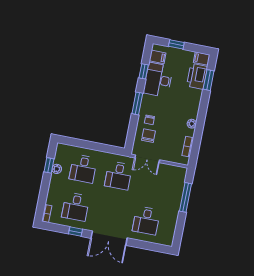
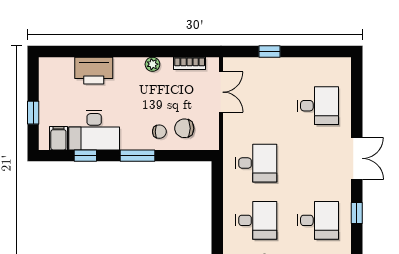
filing cabinet: (202, 59) -> (48, 69), removed
printer: (197, 76) -> (94, 71), moved
window: (209, 80) -> (79, 51), removed
double door: (147, 159) -> (221, 92), moved
window: (186, 197) -> (269, 51), width x0.46
double door: (109, 238) -> (357, 158), width x0.73

